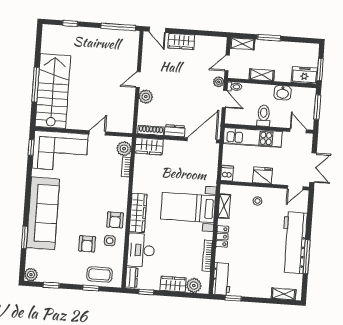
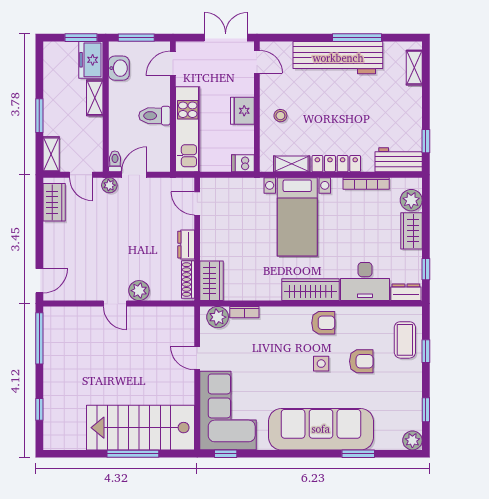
wardrobe: (181, 41) -> (54, 202), moved
shelving: (262, 75) -> (95, 98), moved
washbasin: (283, 93) -> (119, 68), moved
door: (202, 140) -> (197, 203), width x0.53
locker: (222, 236) -> (336, 164), width x1.53
side table: (110, 241) -> (321, 364), moved

